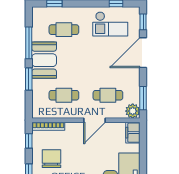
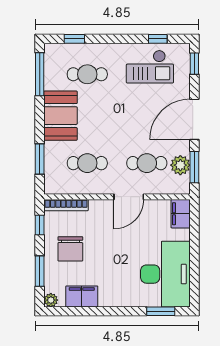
window: (29, 43) -> (40, 74), moved
door: (143, 53) -> (194, 119), moved
window: (29, 79) -> (40, 159), moved
plant: (133, 111) -> (180, 165), moved
chair: (51, 159) -> (70, 249), turned 180

